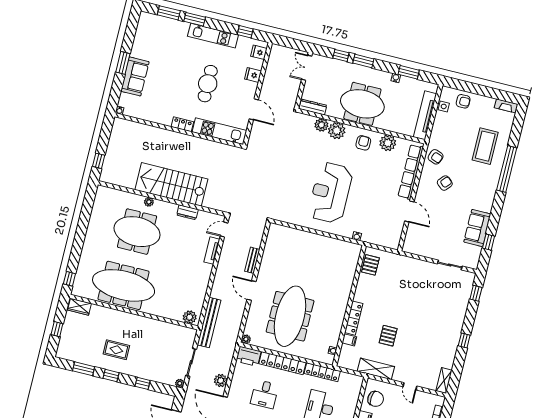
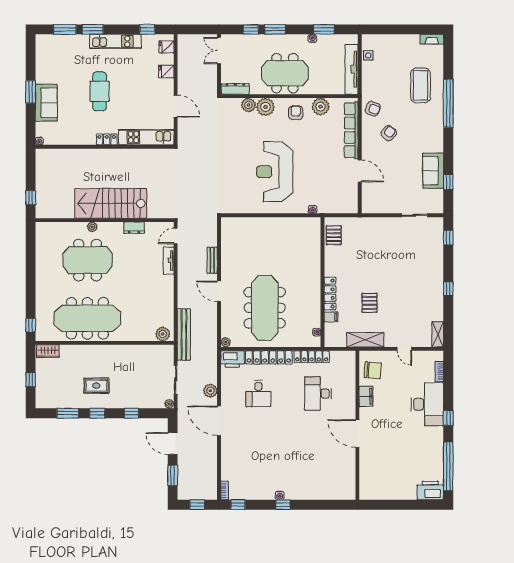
cafe table: (208, 84) -> (99, 91), moved
armchair: (463, 101) -> (387, 45), removed

